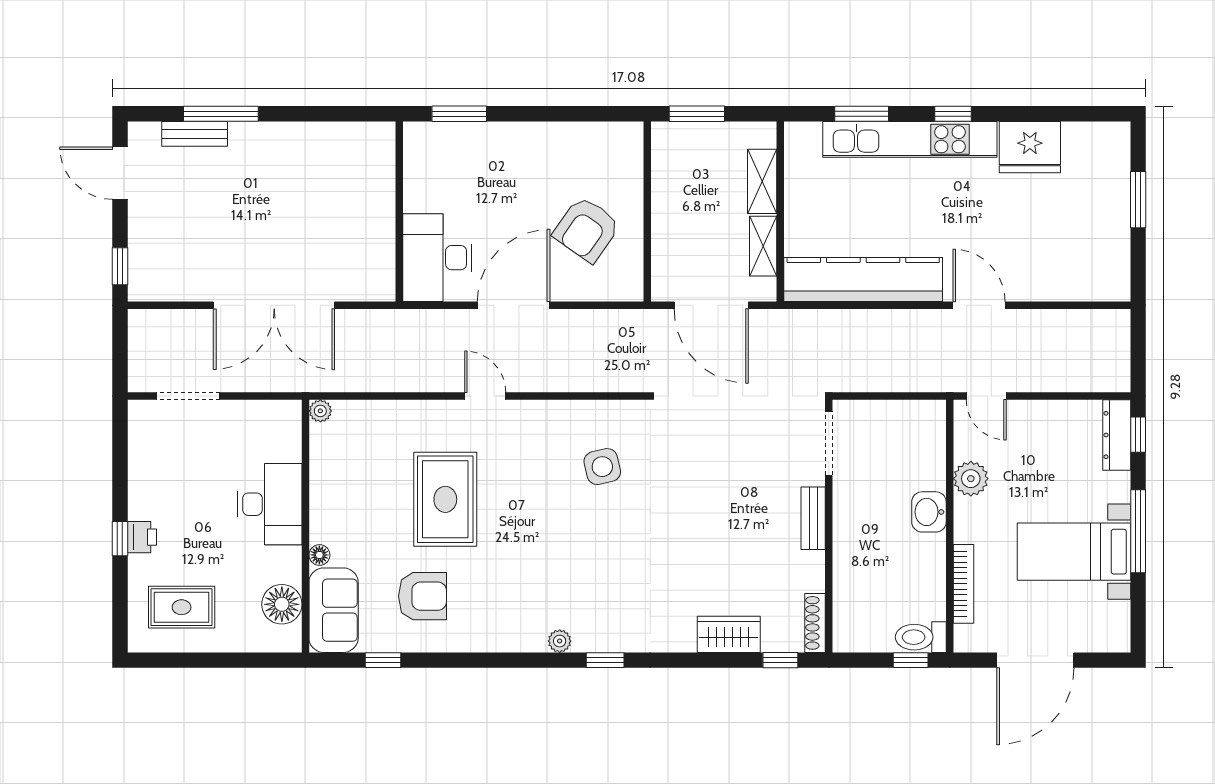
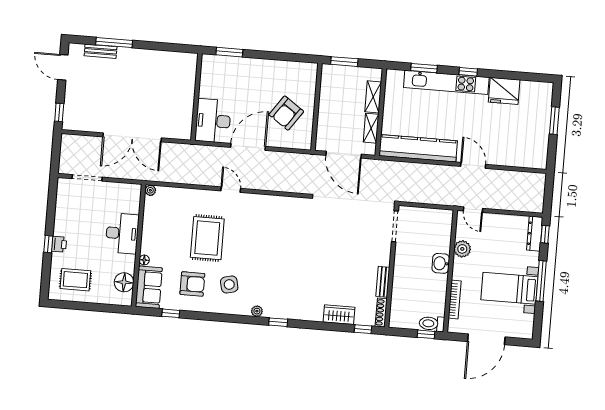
side table: (602, 467) -> (229, 285), moved
bench: (813, 518) -> (383, 282), moved

